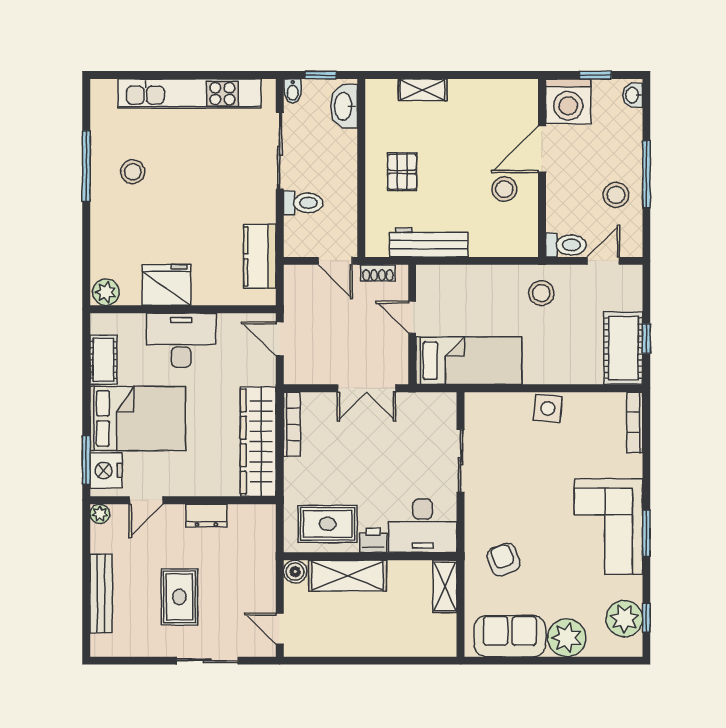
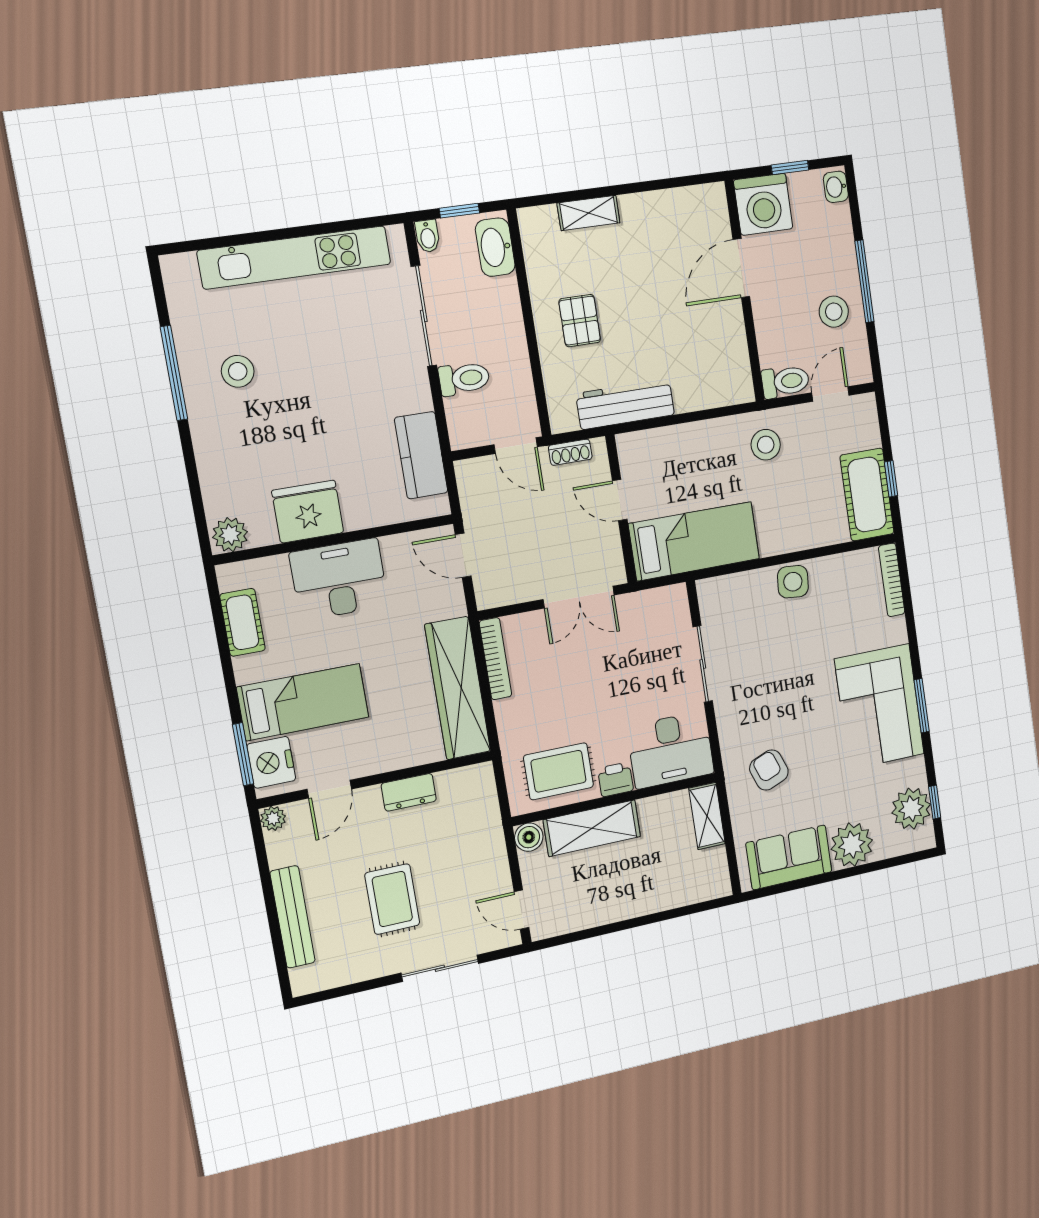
stool: (504, 189) -> (705, 324), removed
bed: (138, 418) -> (303, 702), width x0.67

